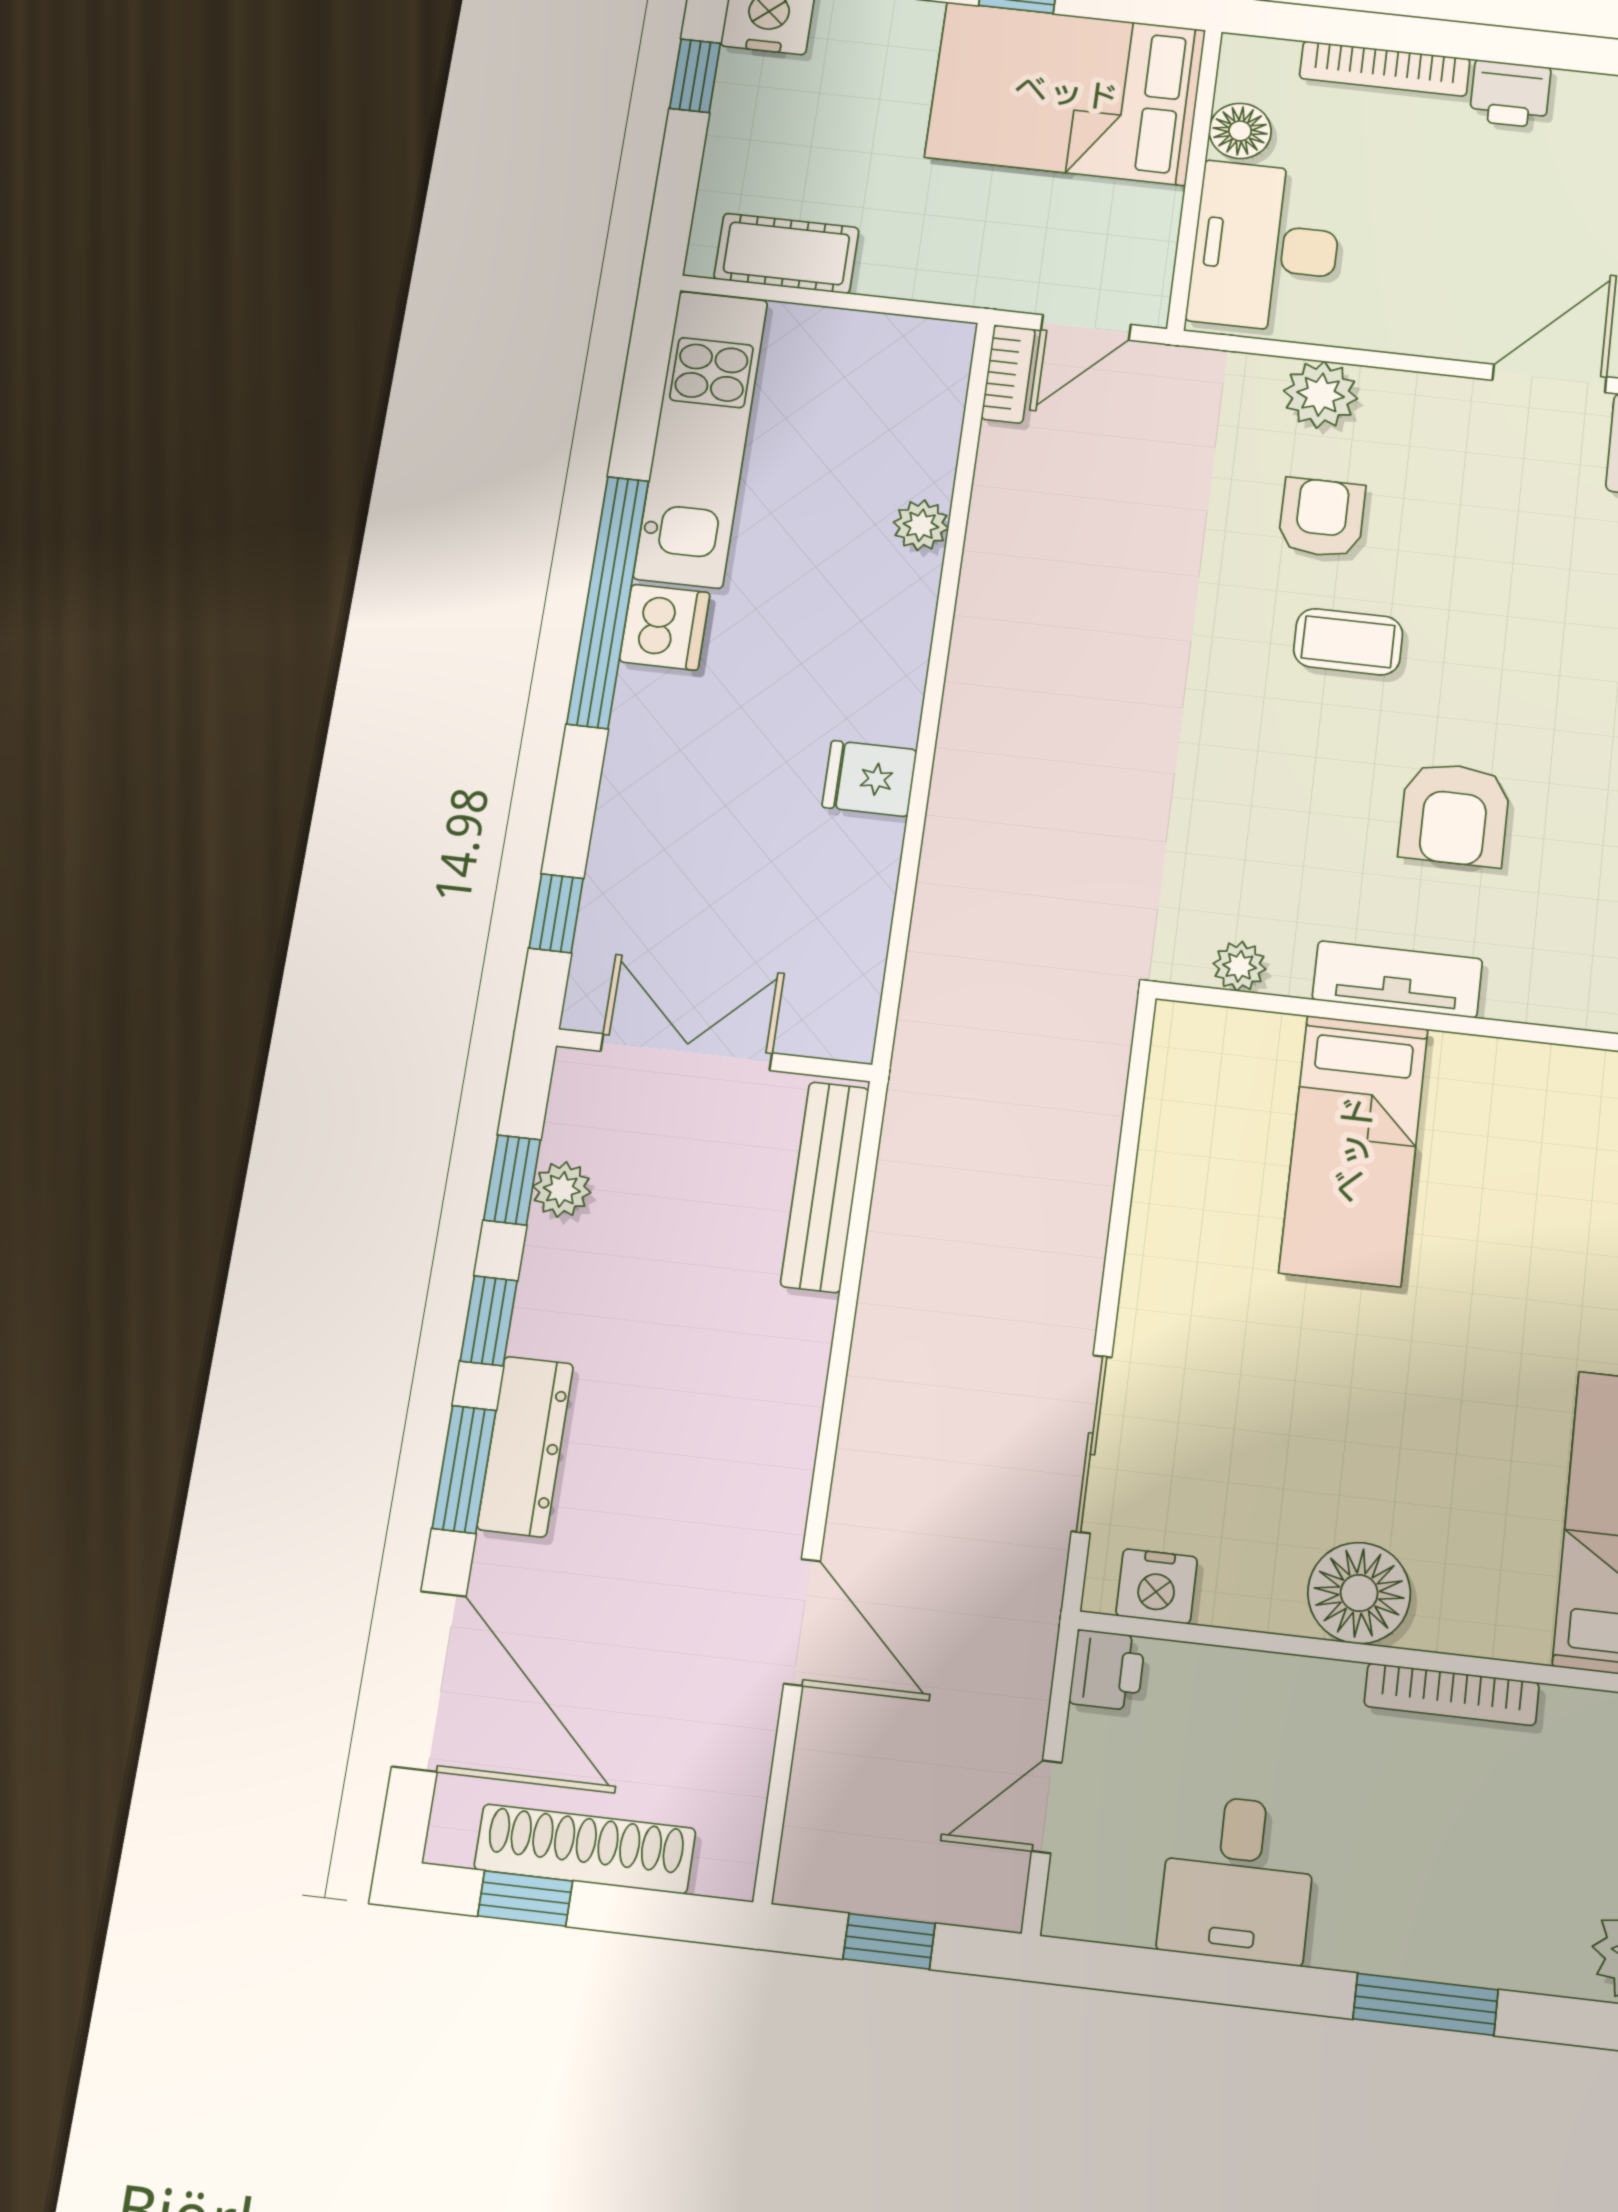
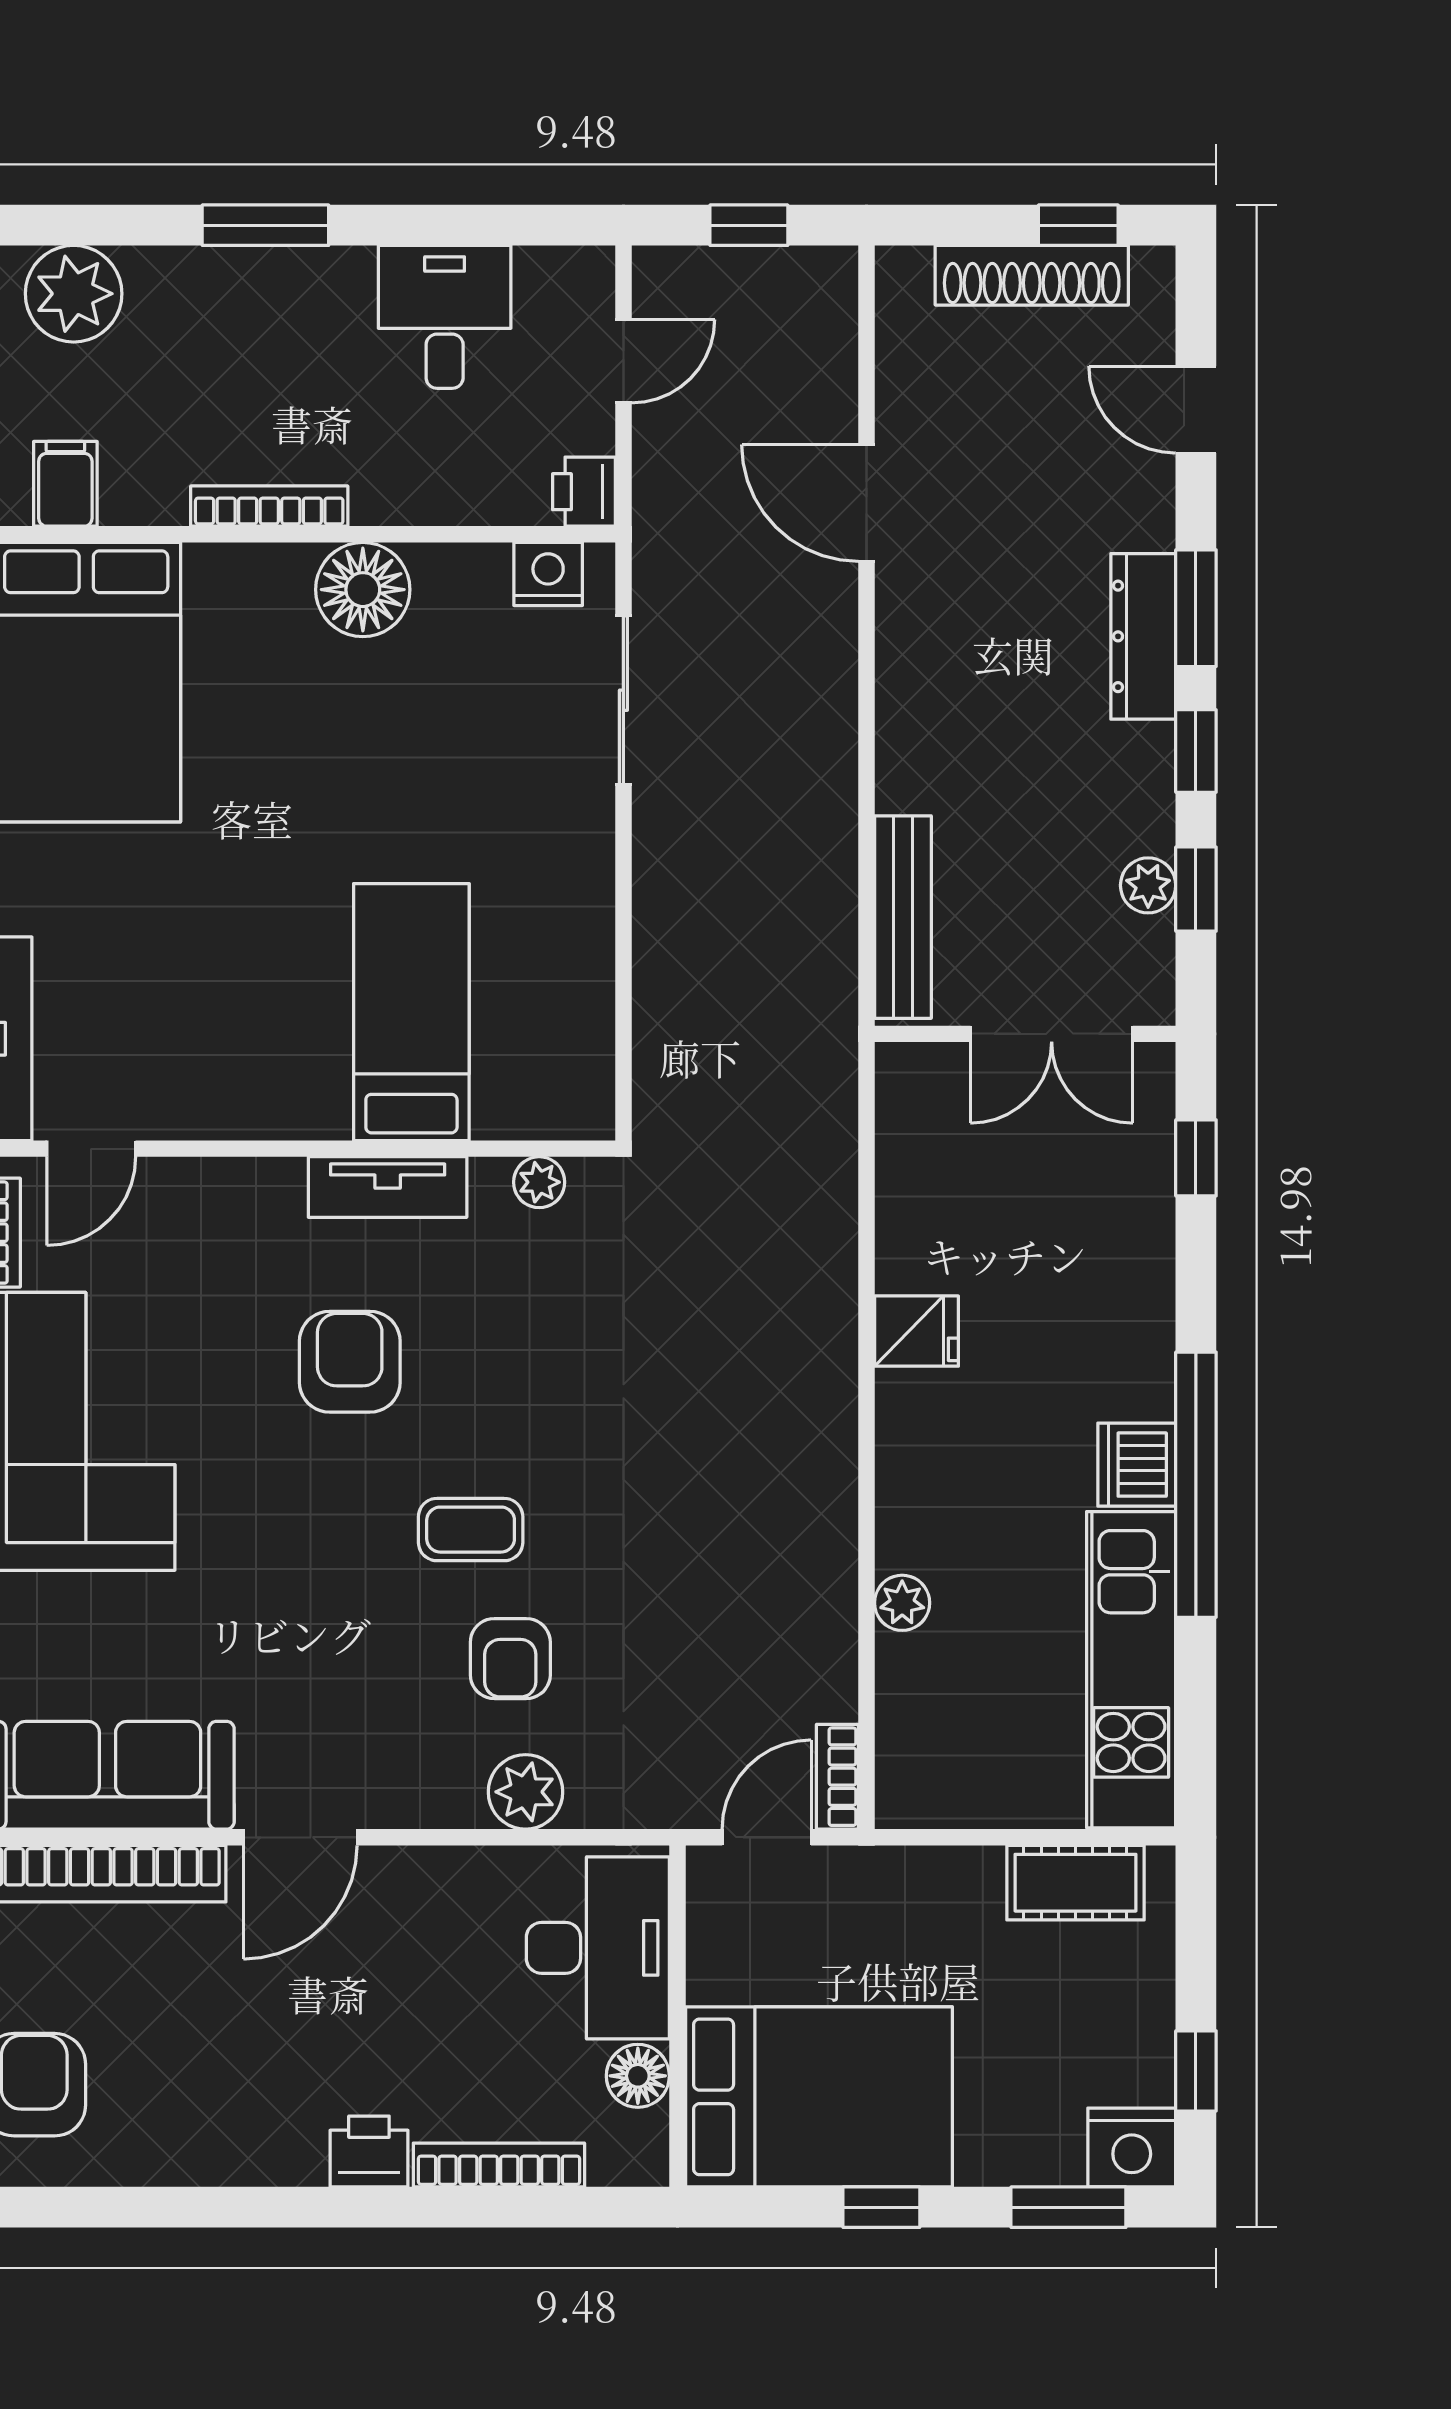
door: (429, 1681) -> (1196, 410), width x0.53

